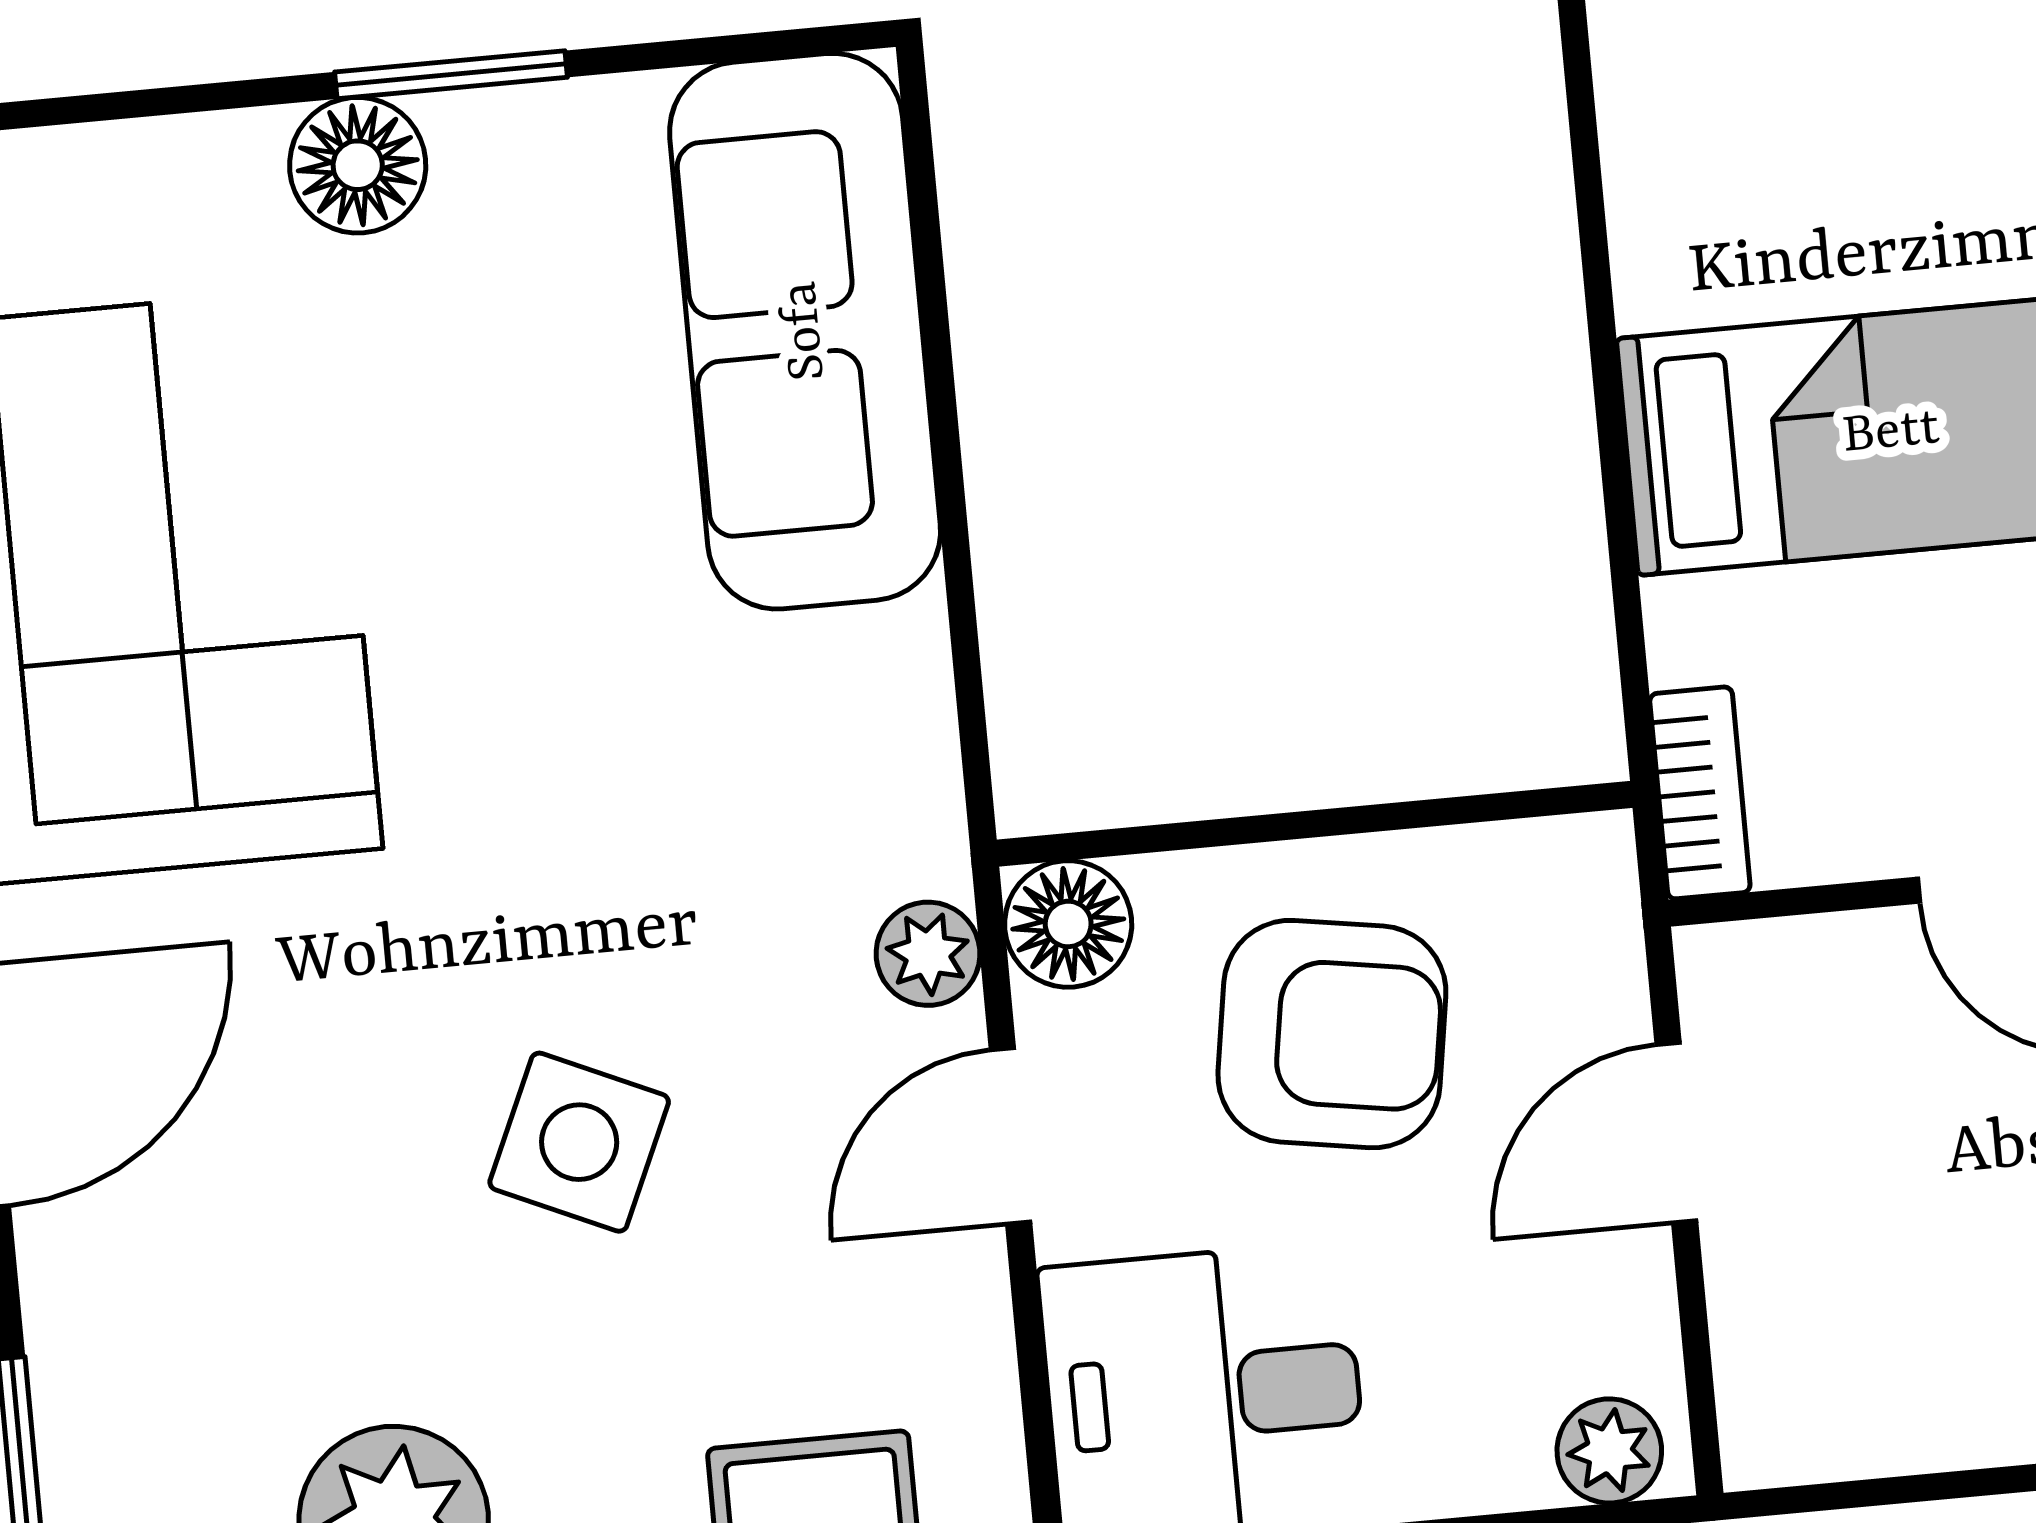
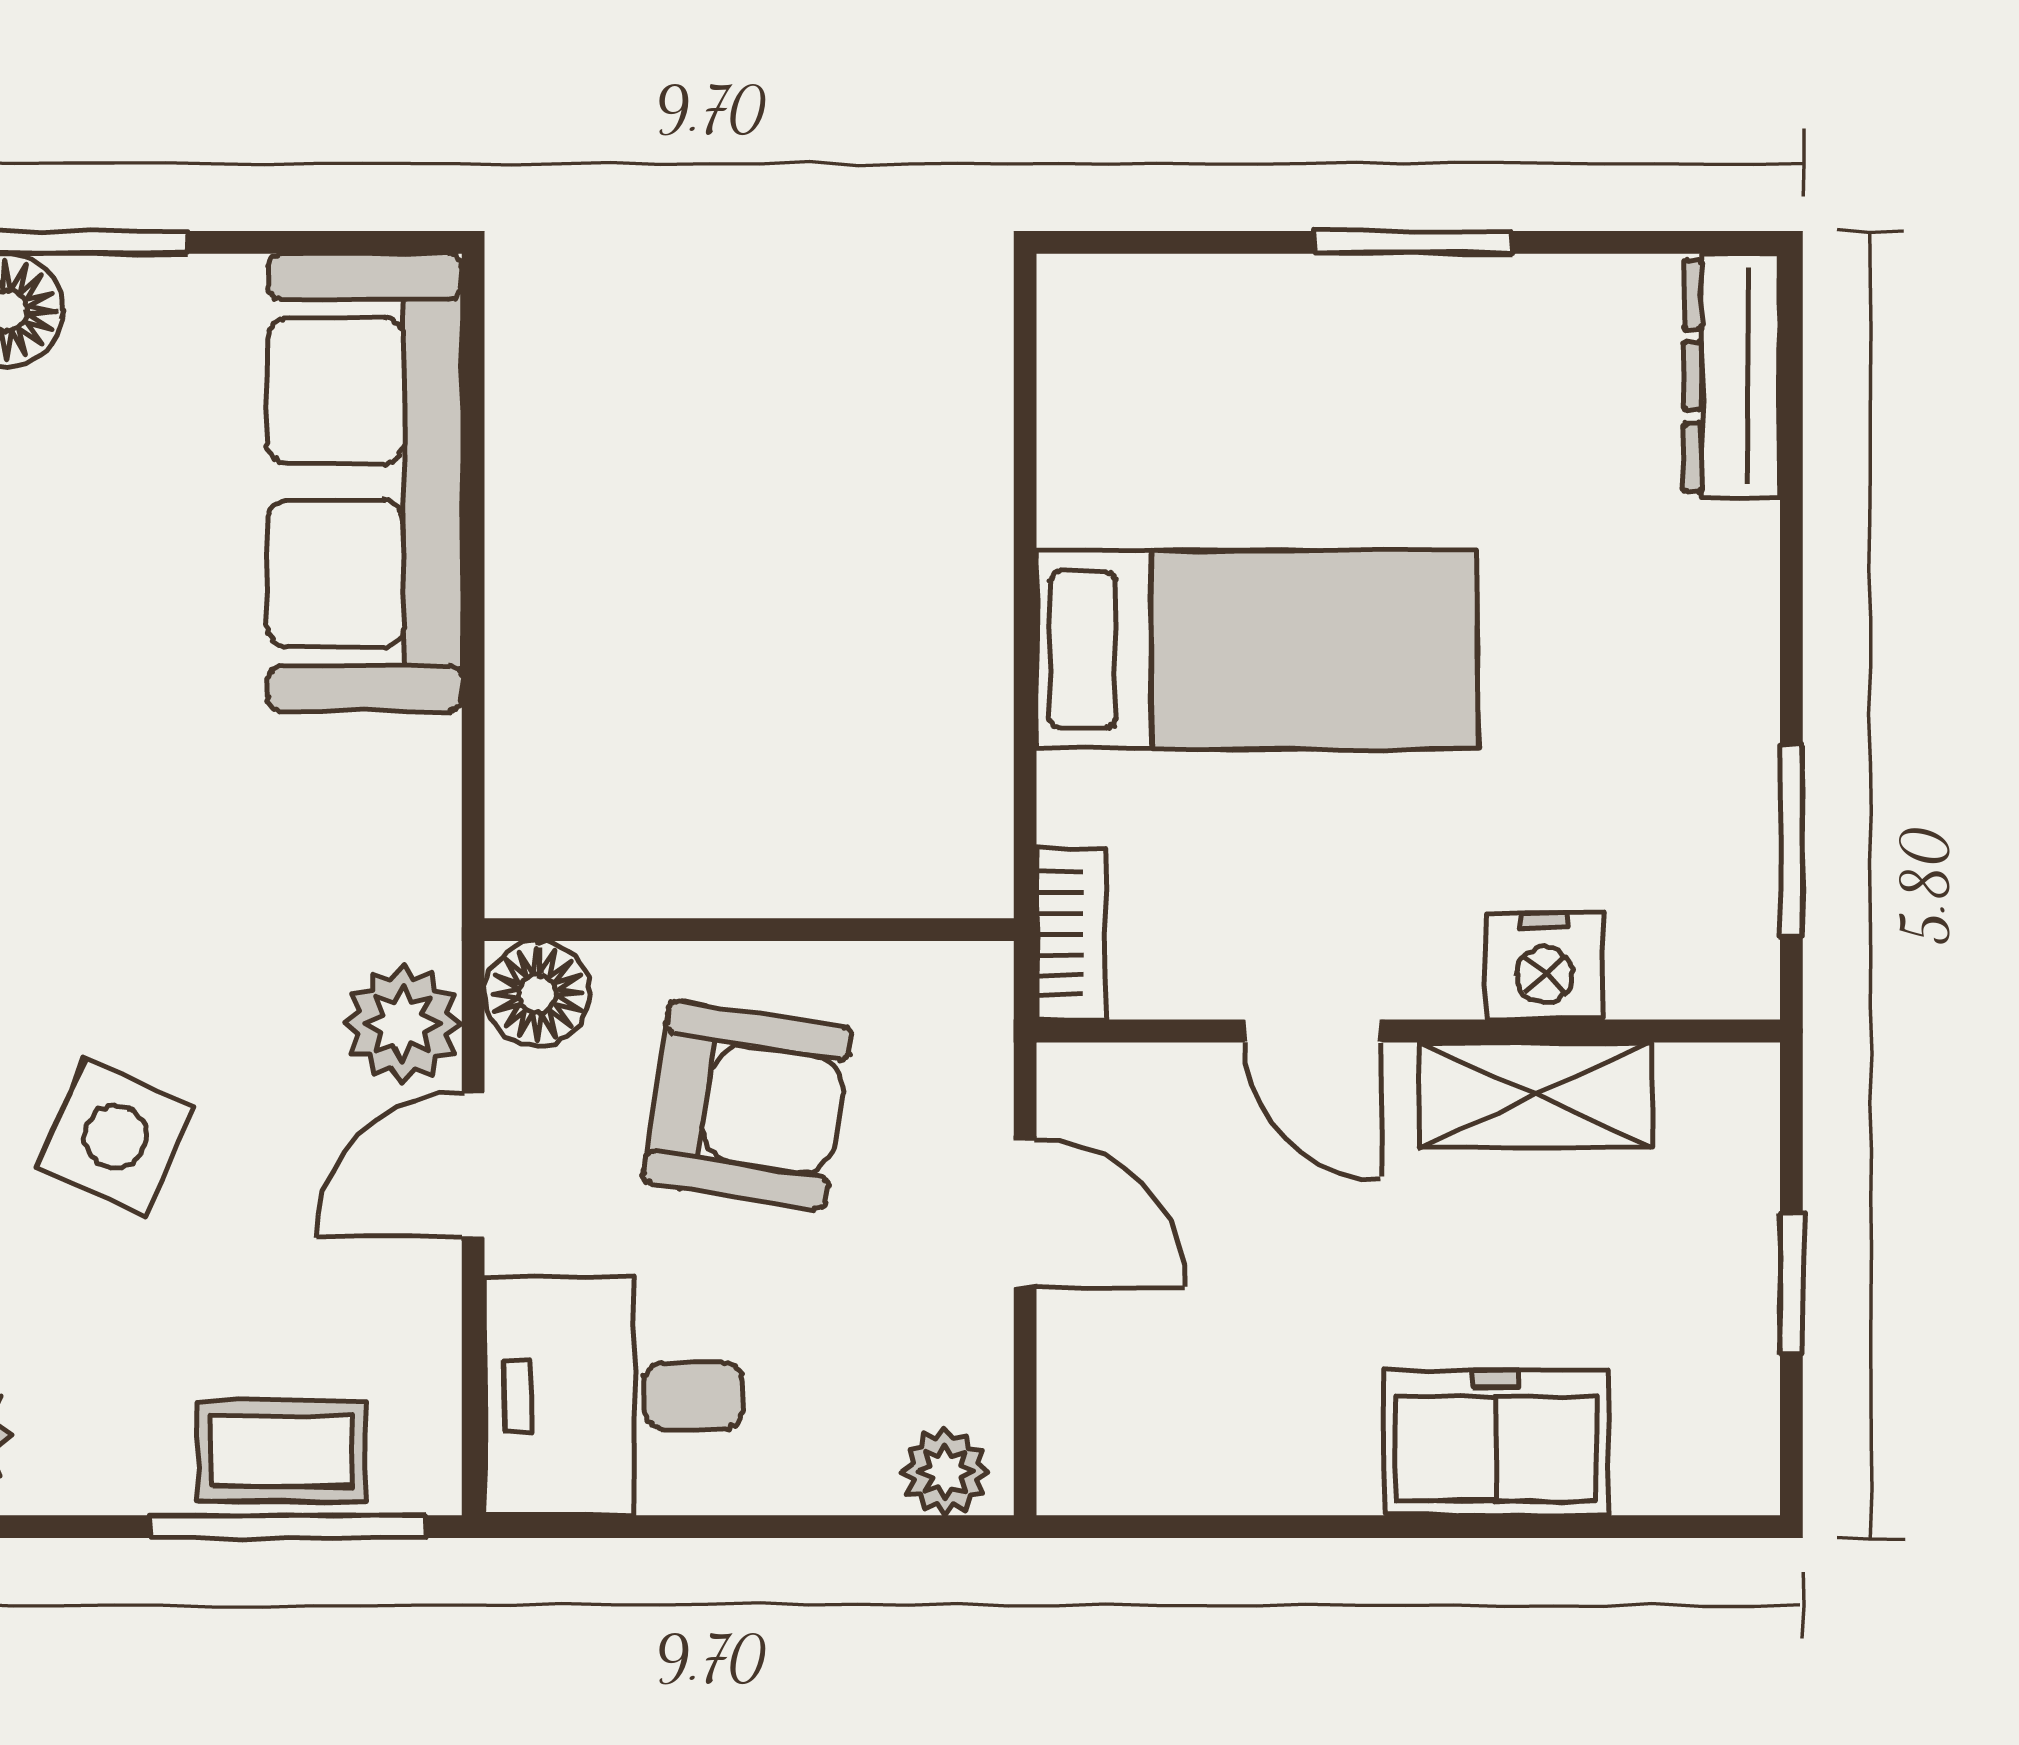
plant: (928, 954) -> (403, 1024), width x1.38, depth x1.38
door: (1676, 1133) -> (1025, 1213), swing flipped

